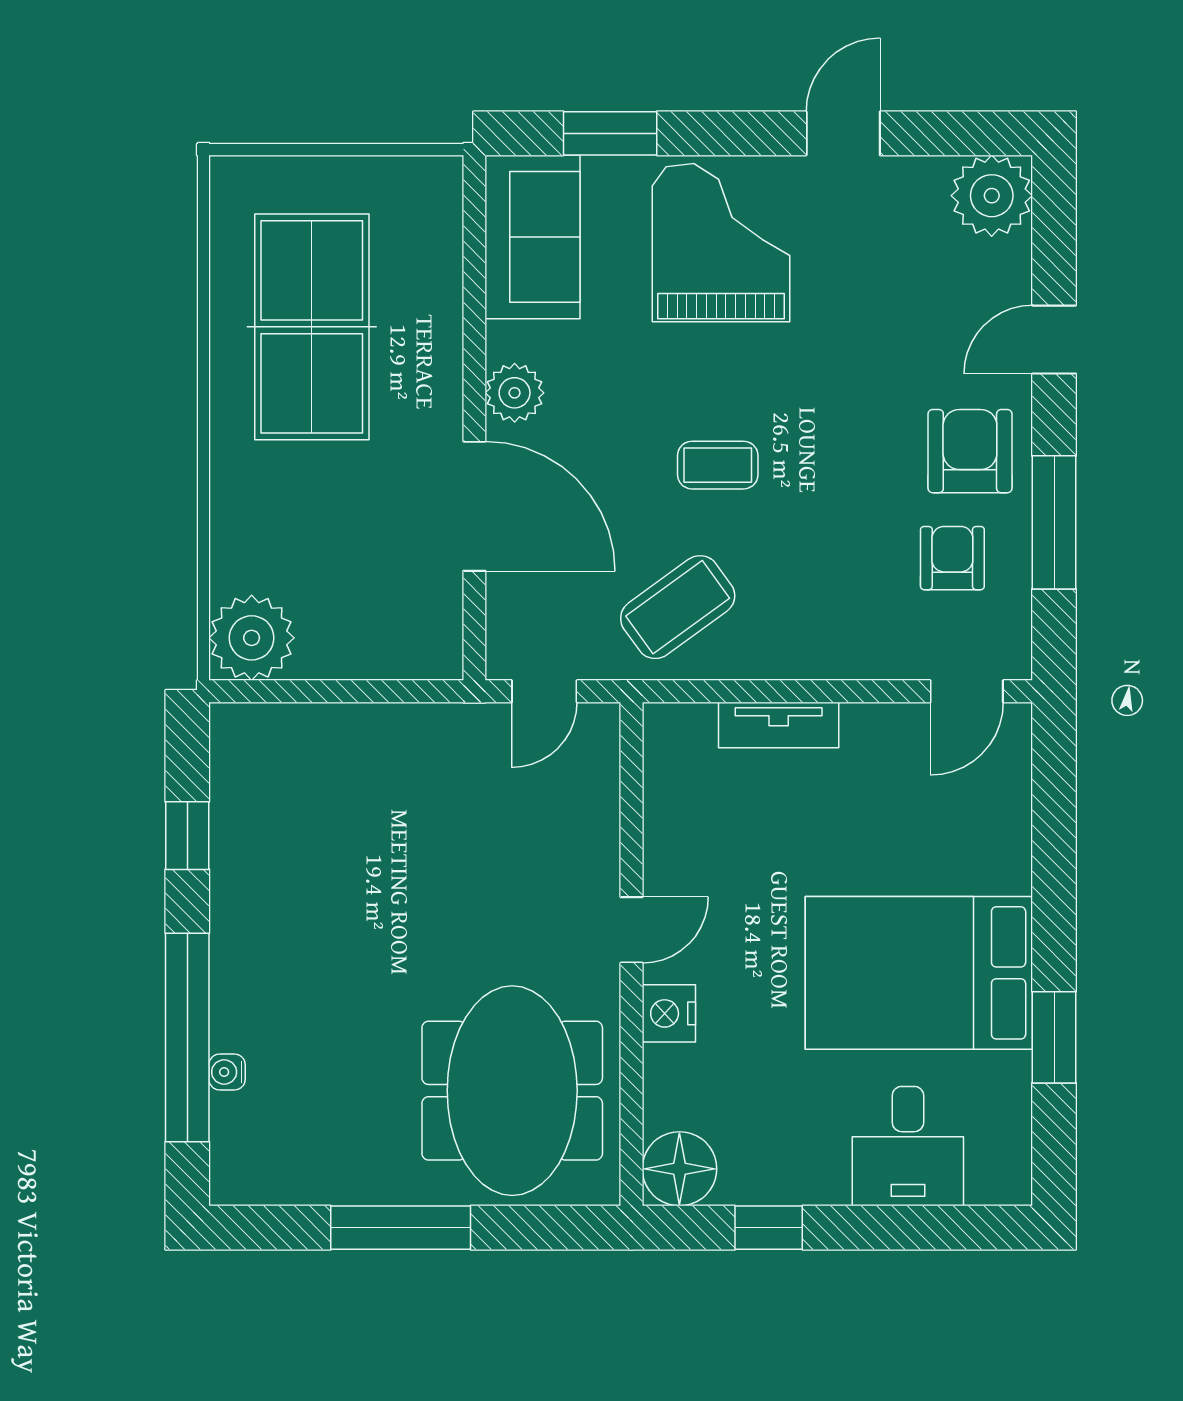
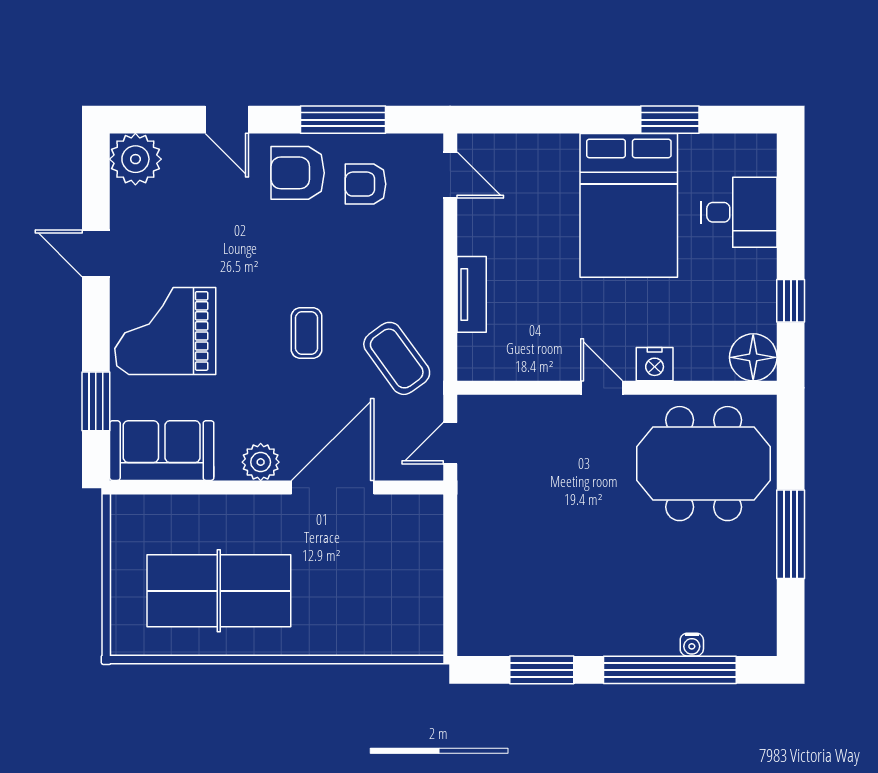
plant: (252, 638) -> (416, 629), removed
door: (544, 691) -> (450, 443), swing flipped
window: (187, 836) -> (542, 670), width x1.50

